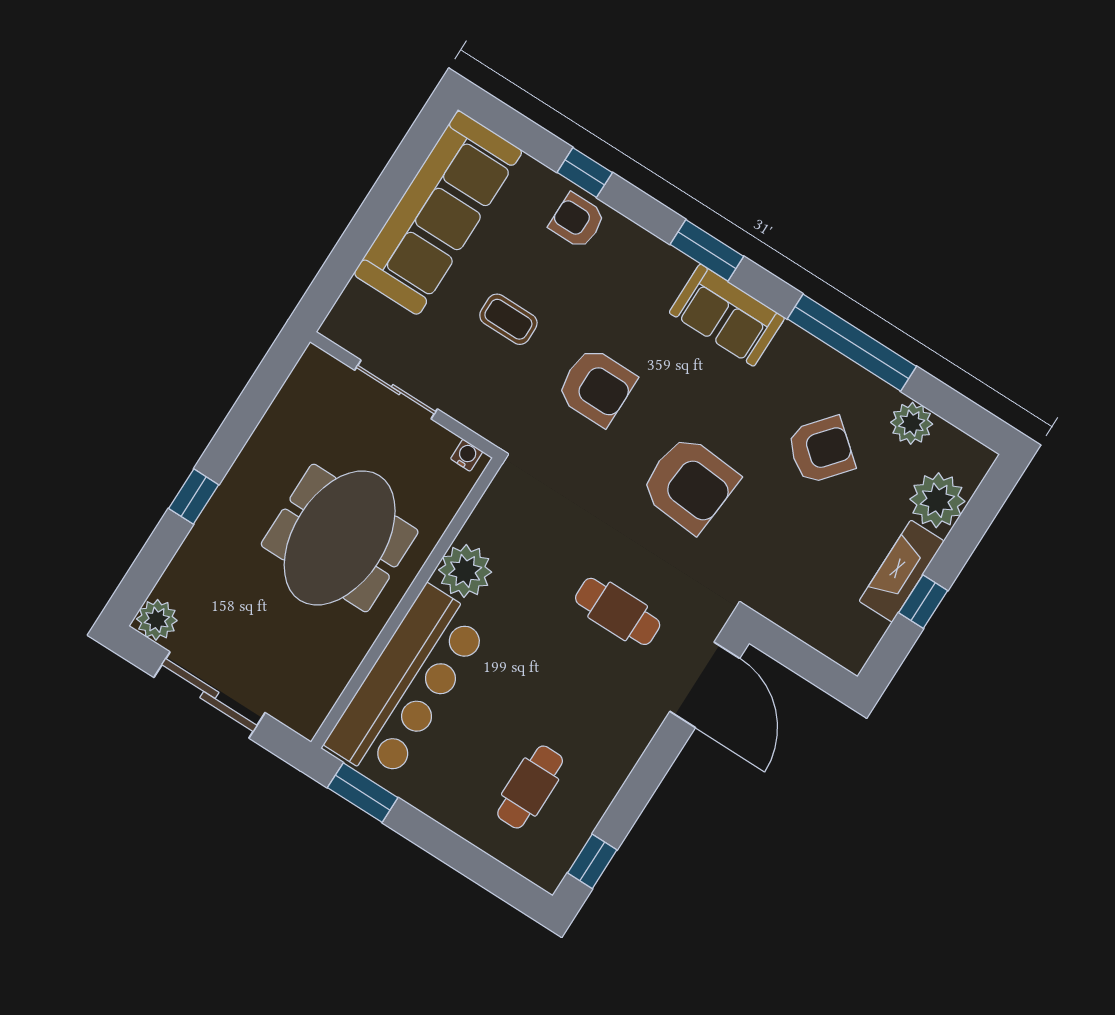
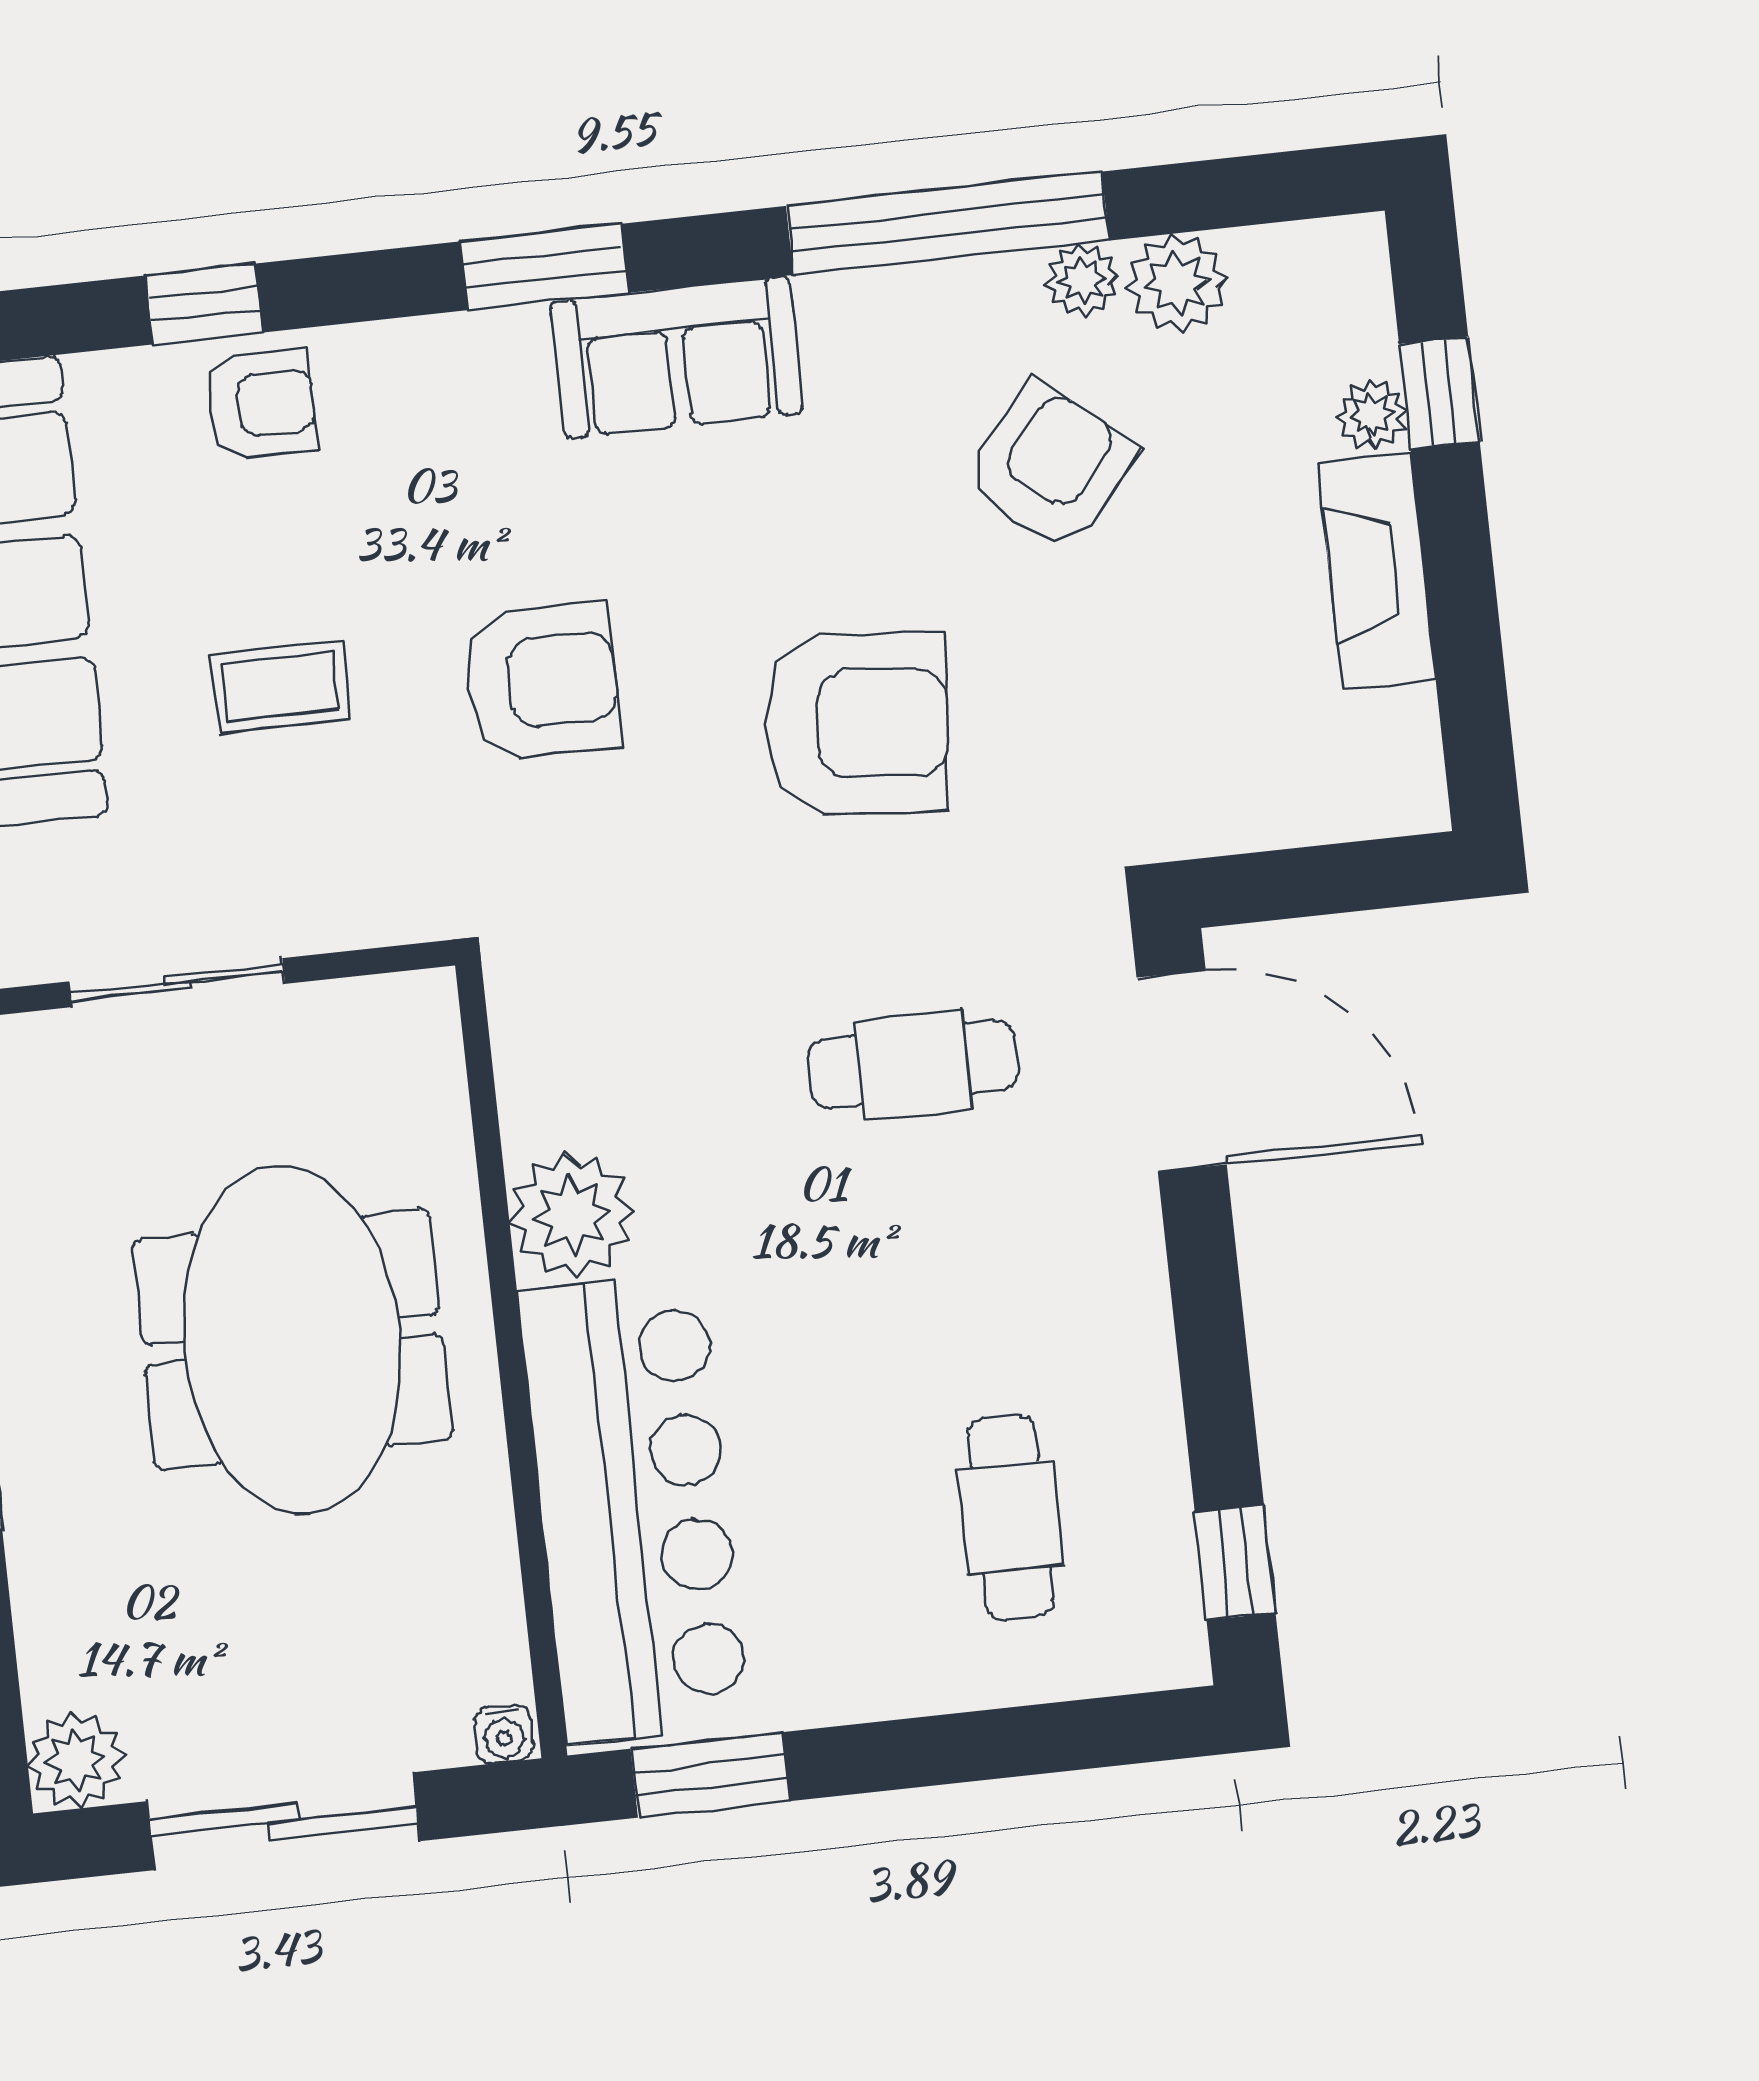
armchair: (577, 221) -> (261, 404), turned 180
plant: (881, 397) -> (1082, 280), added
water cooler: (467, 455) -> (504, 1734), moved, turned 180
plant: (937, 500) -> (1372, 415), width x0.53, depth x0.53
window: (923, 602) -> (1439, 393), moved

